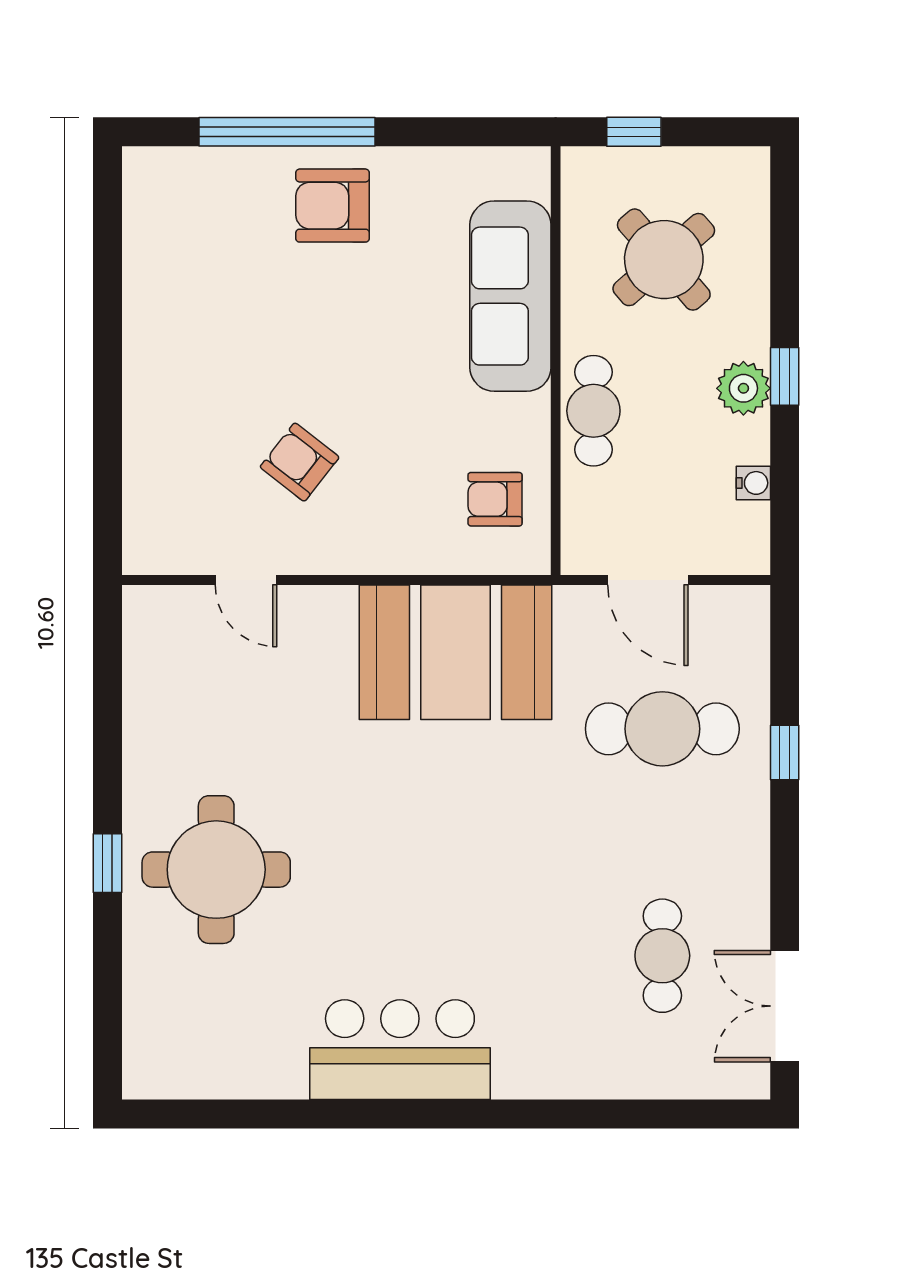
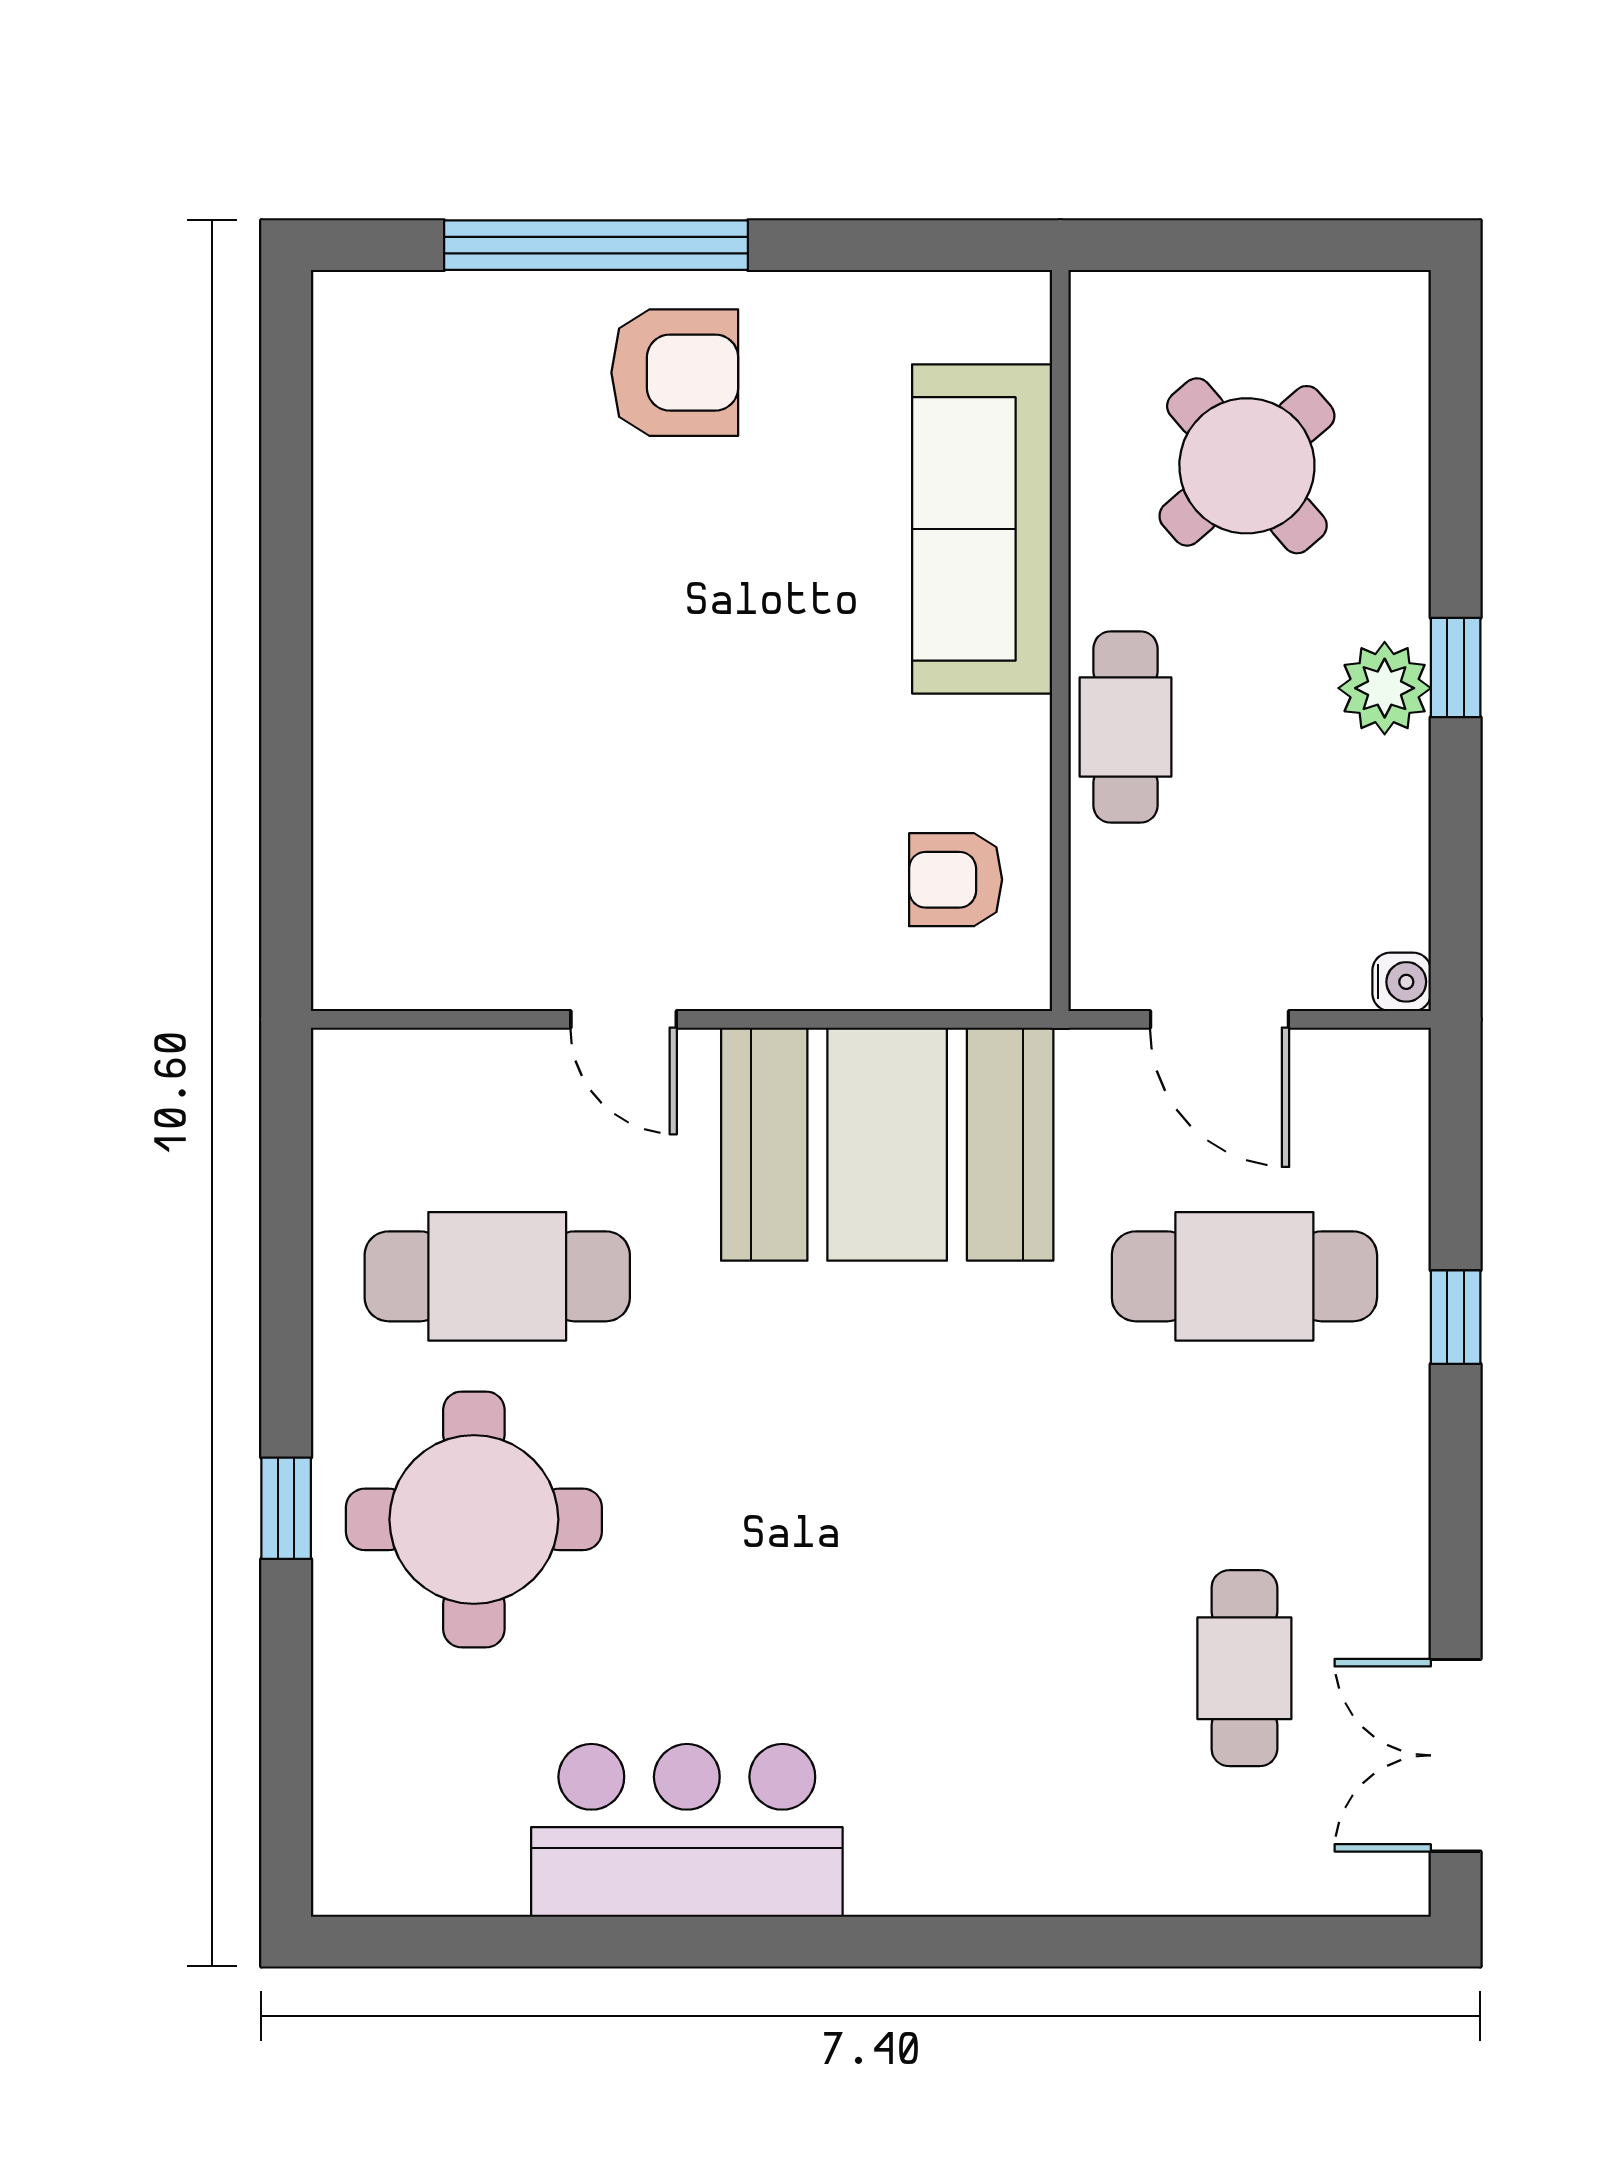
window: (634, 132) -> (1195, 245), removed
armchair: (333, 206) -> (675, 373), turned 180
armchair: (300, 462) -> (618, 816), removed
water cooler: (753, 483) -> (1402, 982), moved
door: (246, 580) -> (624, 1019), moved
cafe table: (230, 729) -> (497, 1276), added
bar counter: (400, 1050) -> (687, 1830), moved

